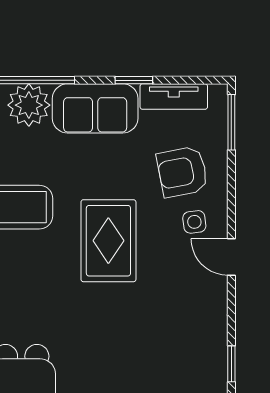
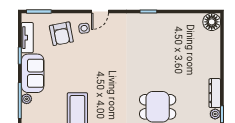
plant: (29, 105) -> (27, 99), width x0.53, depth x0.53
rug: (108, 241) -> (93, 67), removed

